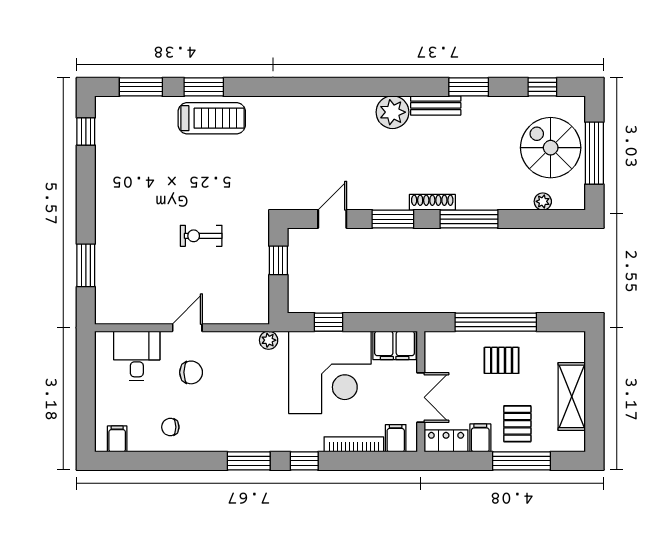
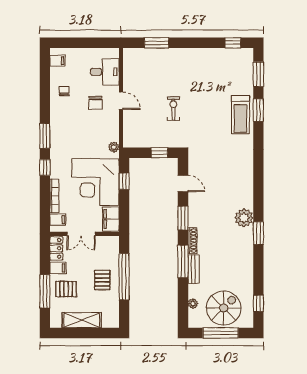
window: (469, 87) -> (258, 233), moved
bench: (436, 105) -> (194, 269), moved

